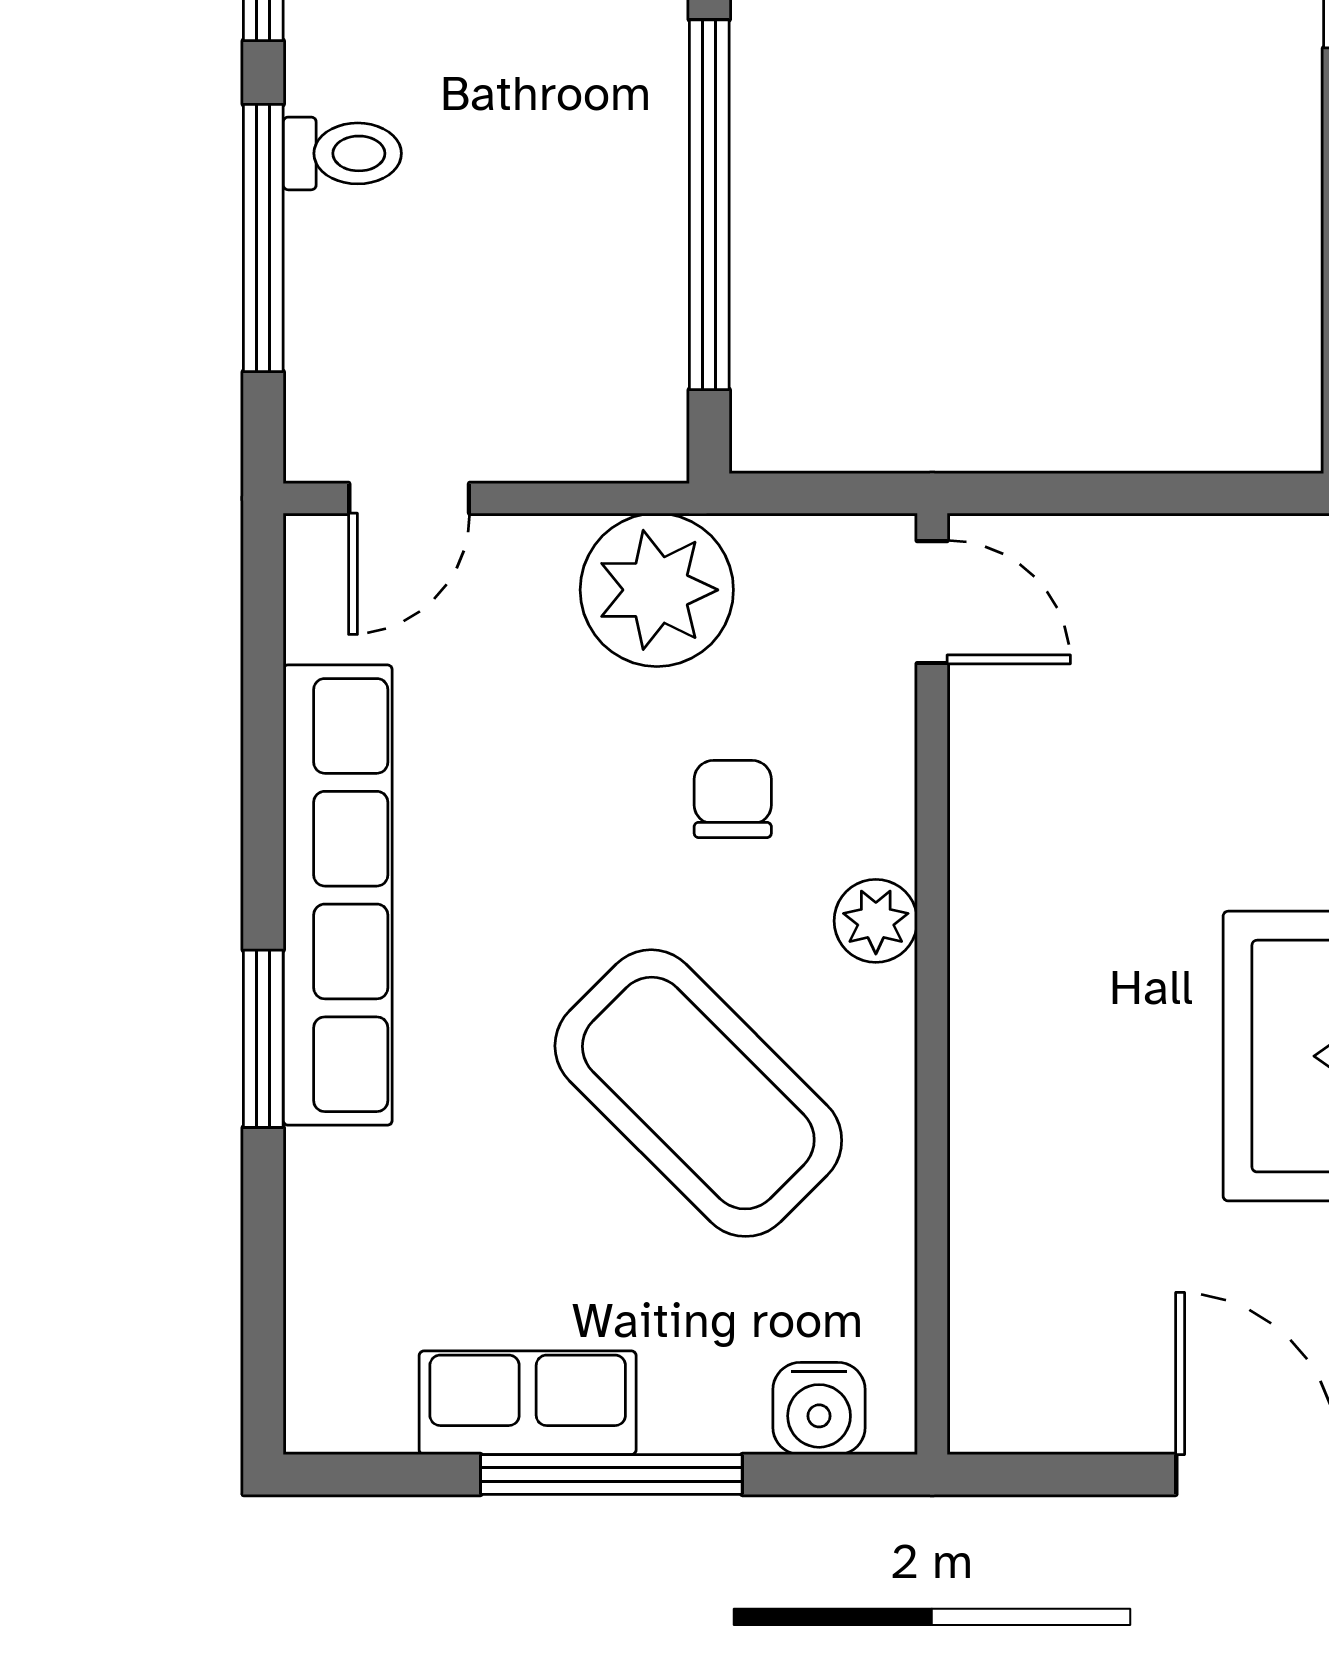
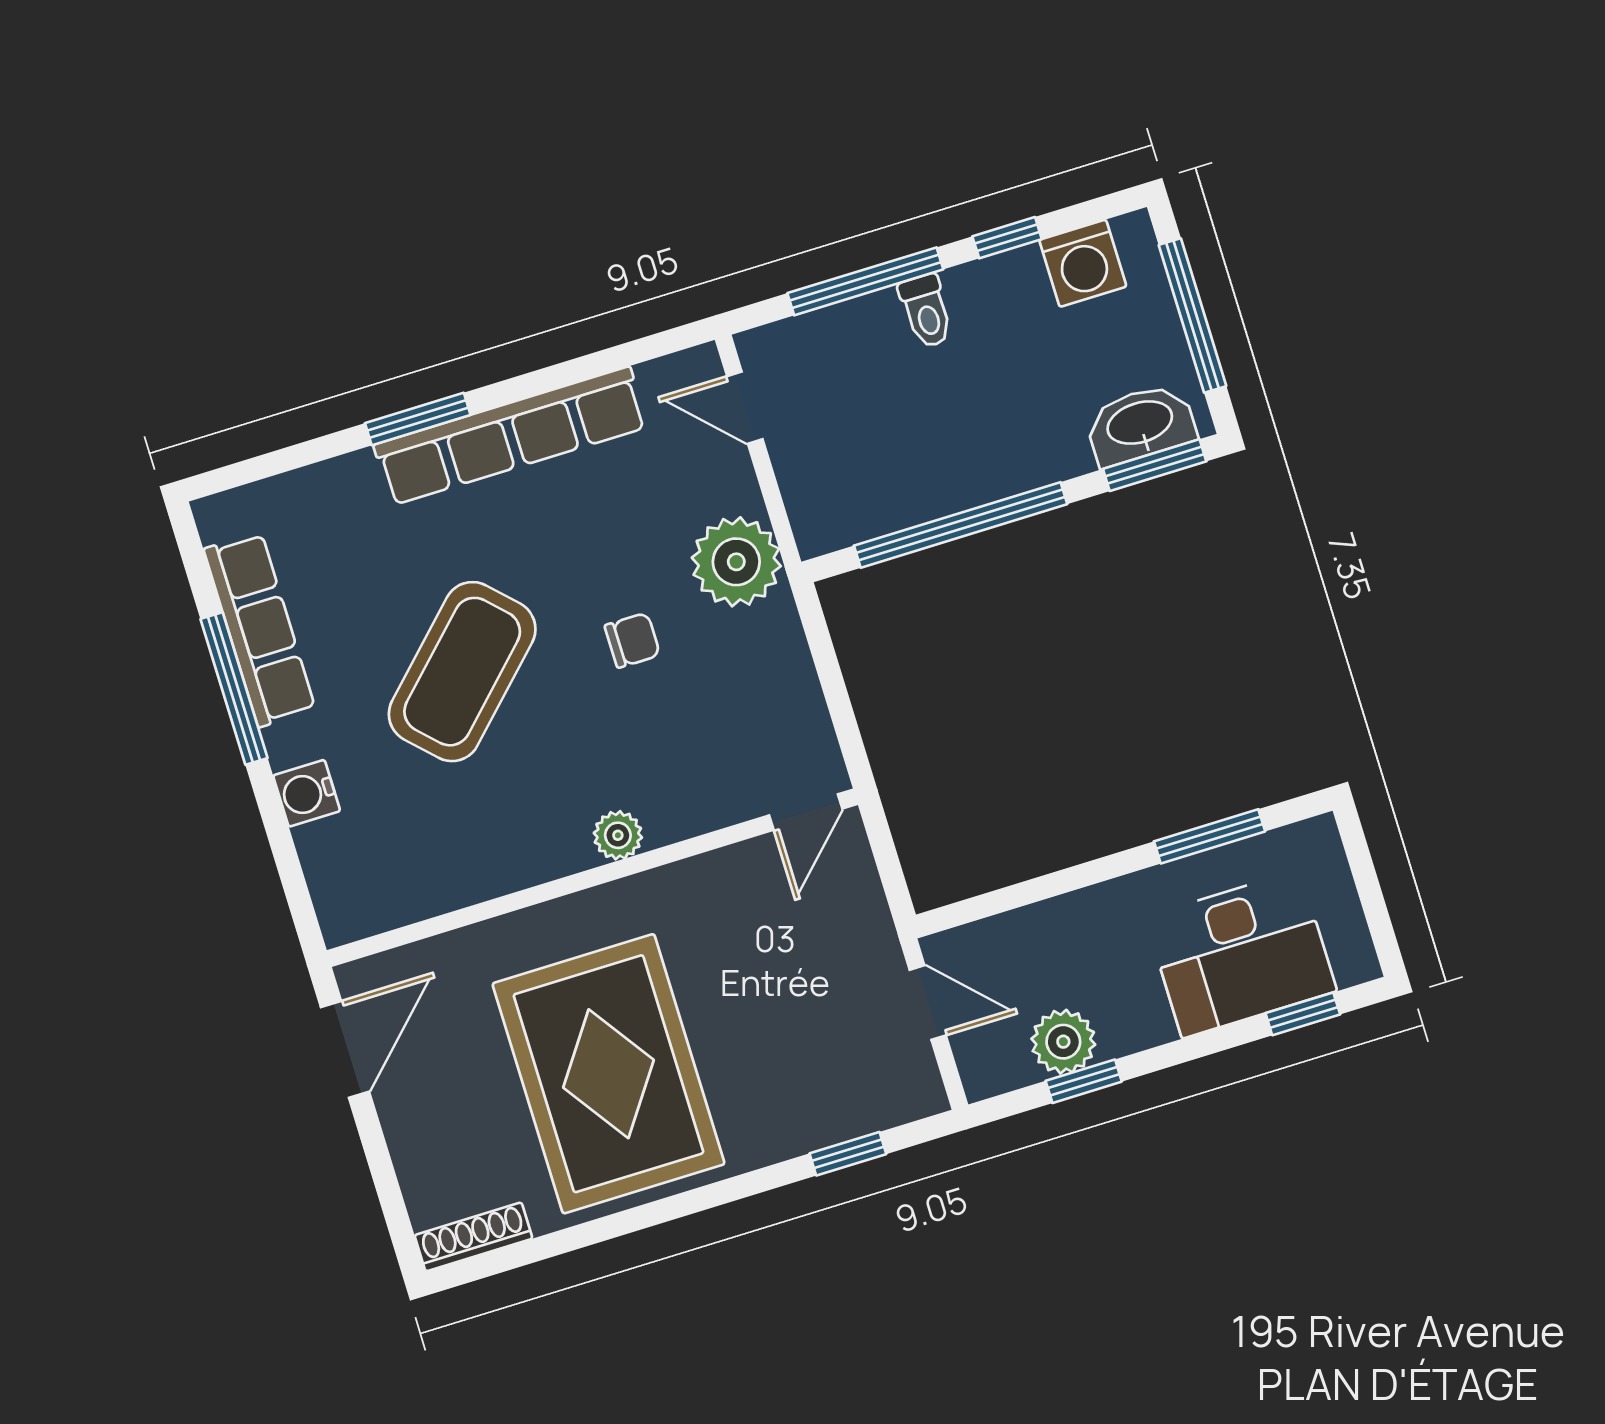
door: (932, 602) -> (806, 812), moved
plant: (876, 921) -> (618, 835), moved
wall: (932, 984) -> (592, 878), moved
row of seats: (528, 1403) -> (260, 629), width x1.48

